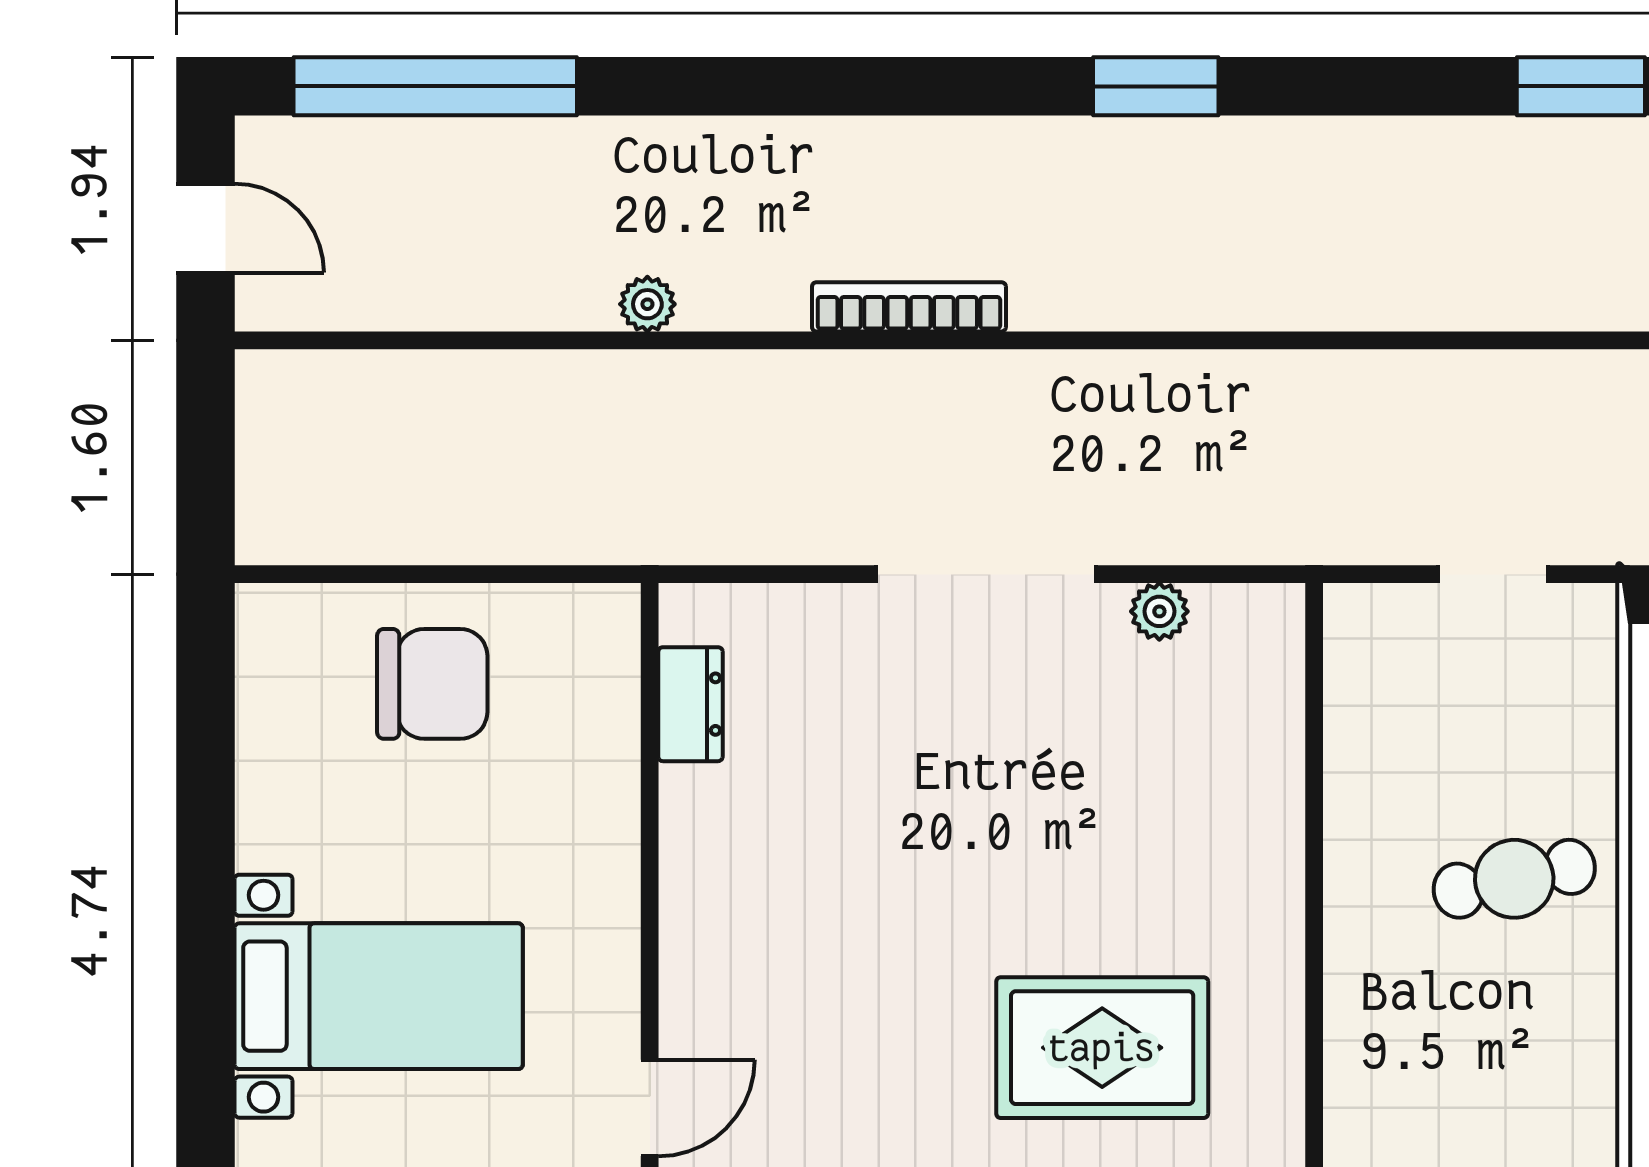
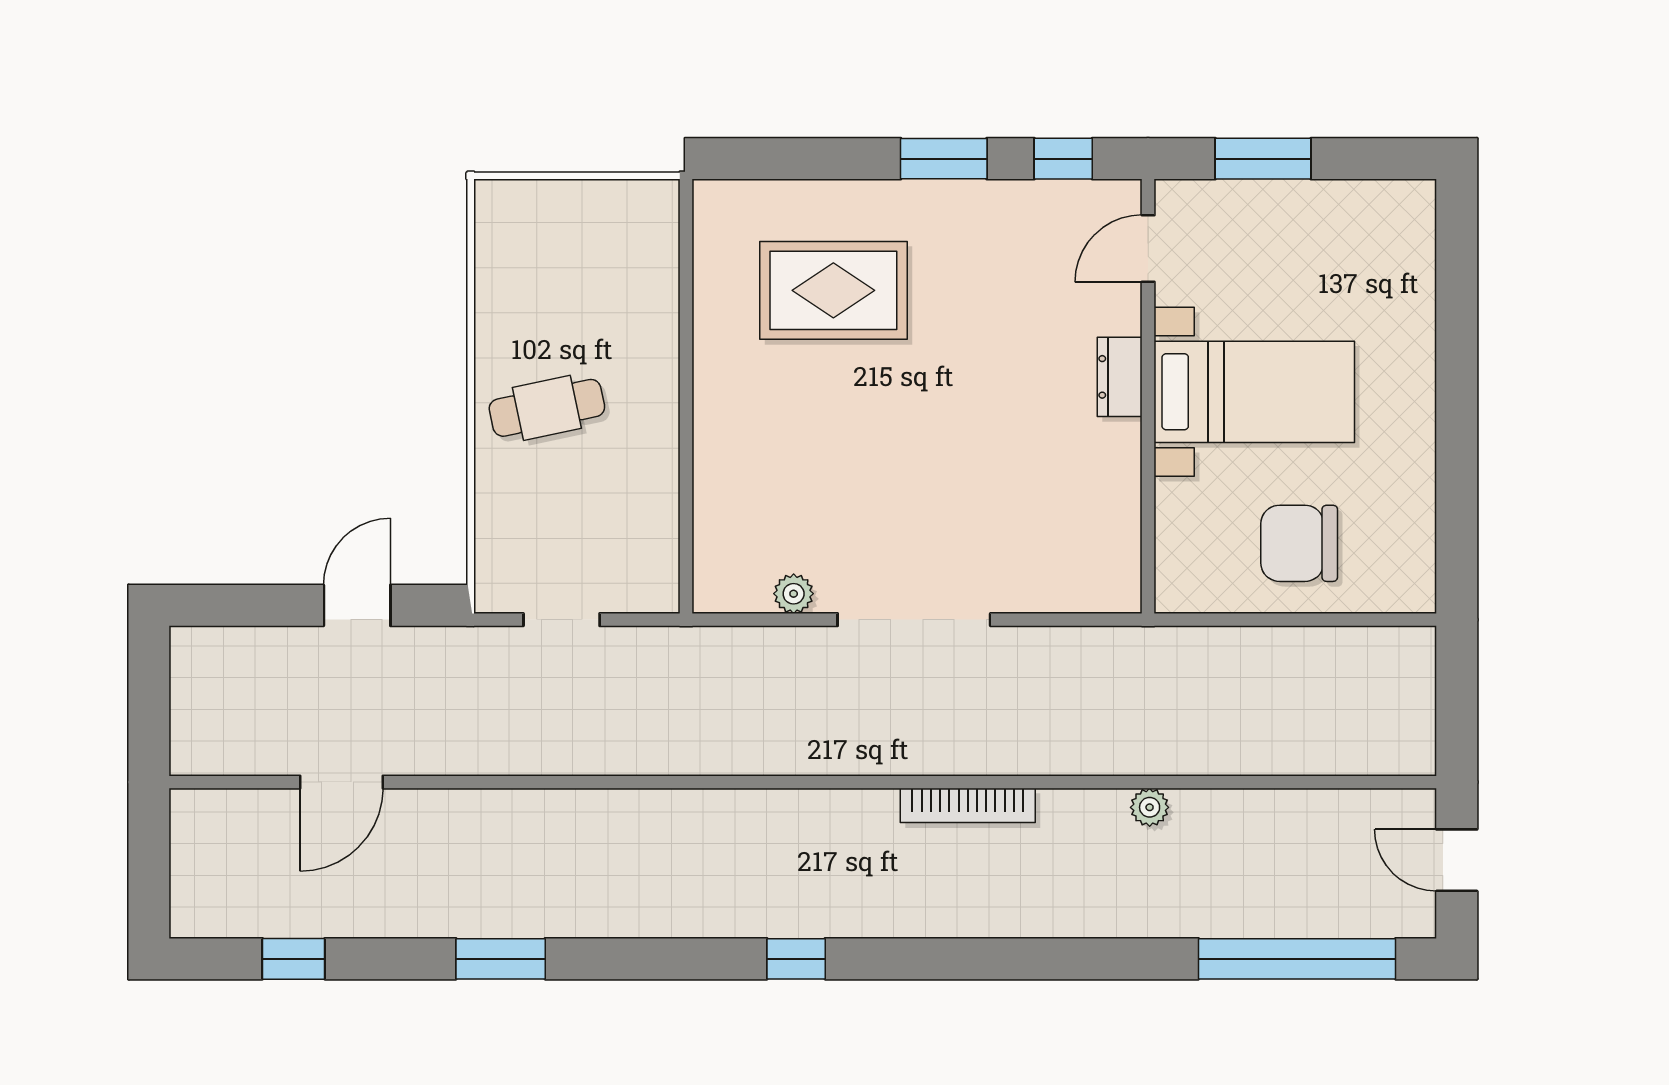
window: (1156, 86) -> (796, 959), width x0.67
dresser: (690, 704) -> (1120, 377), moved
bed with nightstands: (379, 996) -> (1254, 392), moved, turned 180

